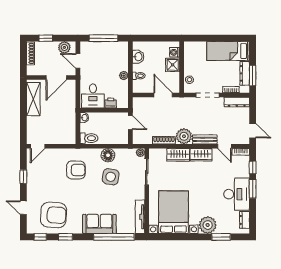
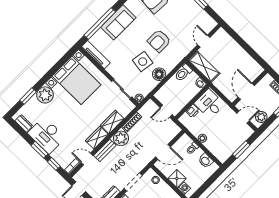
window: (103, 38) -> (241, 150), width x0.69
shelving: (33, 99) -> (204, 67), moved
door: (38, 146) -> (204, 41), moved
armchair: (76, 170) -> (159, 41), moved

